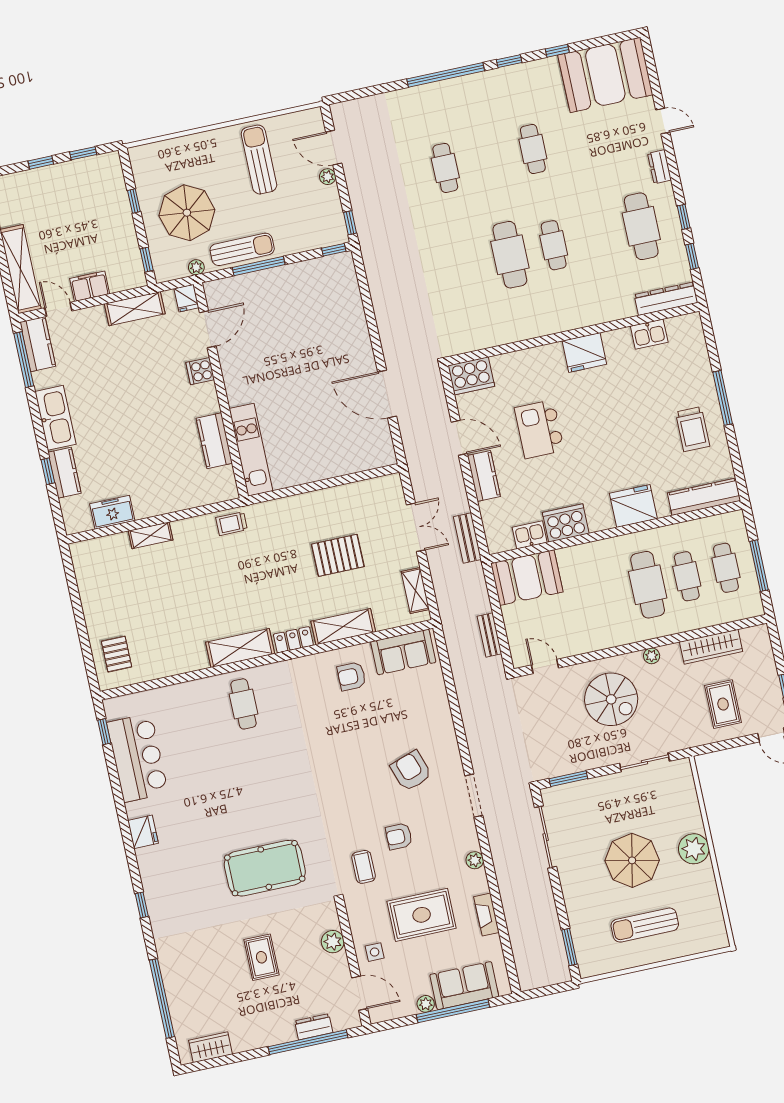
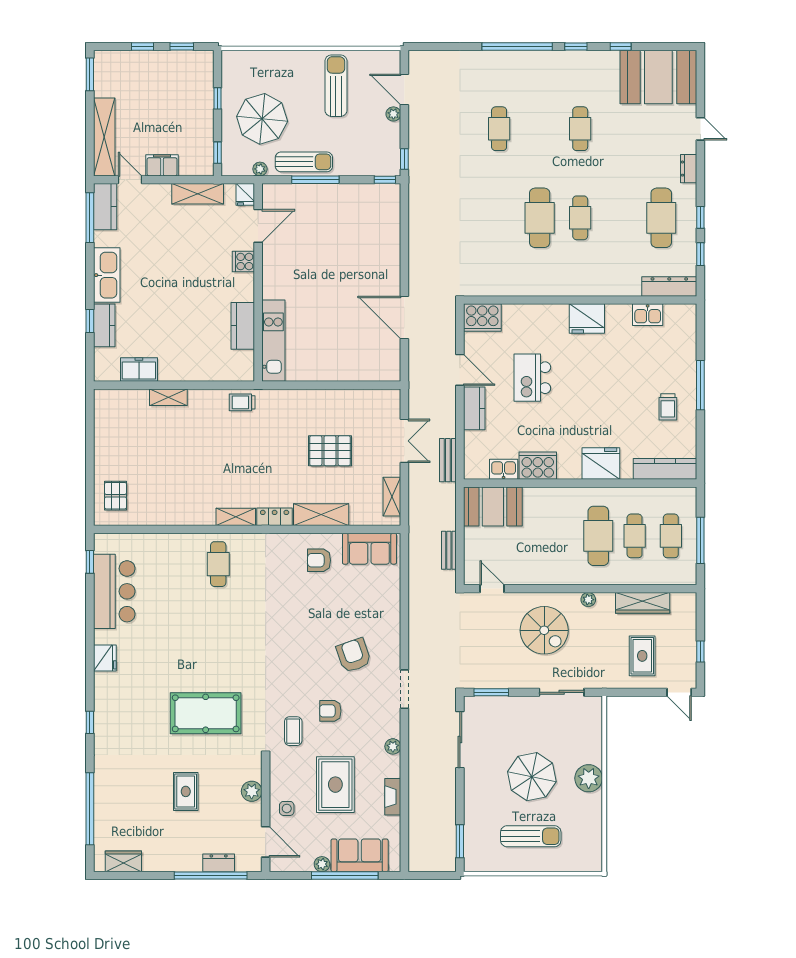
trolley: (693, 429) -> (668, 407), width x0.73, depth x0.72
shelving: (240, 648) -> (236, 517), width x0.67, depth x0.75
rug: (422, 915) -> (335, 785), turned 90
sun lounger: (645, 925) -> (531, 836), turned 180

